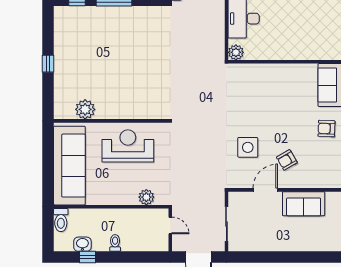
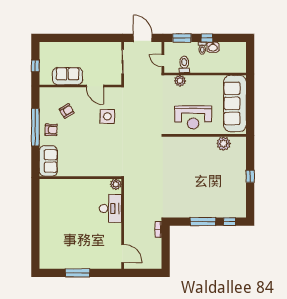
armchair: (287, 160) -> (67, 111), moved
door: (265, 190) -> (95, 86), hinge flipped
toilet: (61, 220) -> (184, 64), moved
washbasin: (82, 244) -> (213, 47), moved
window: (87, 257) -> (207, 38), moved
window: (144, 257) -> (182, 38), added

